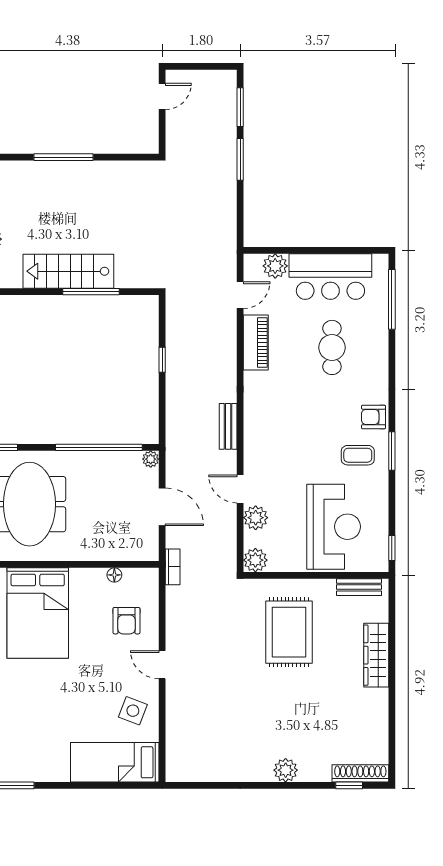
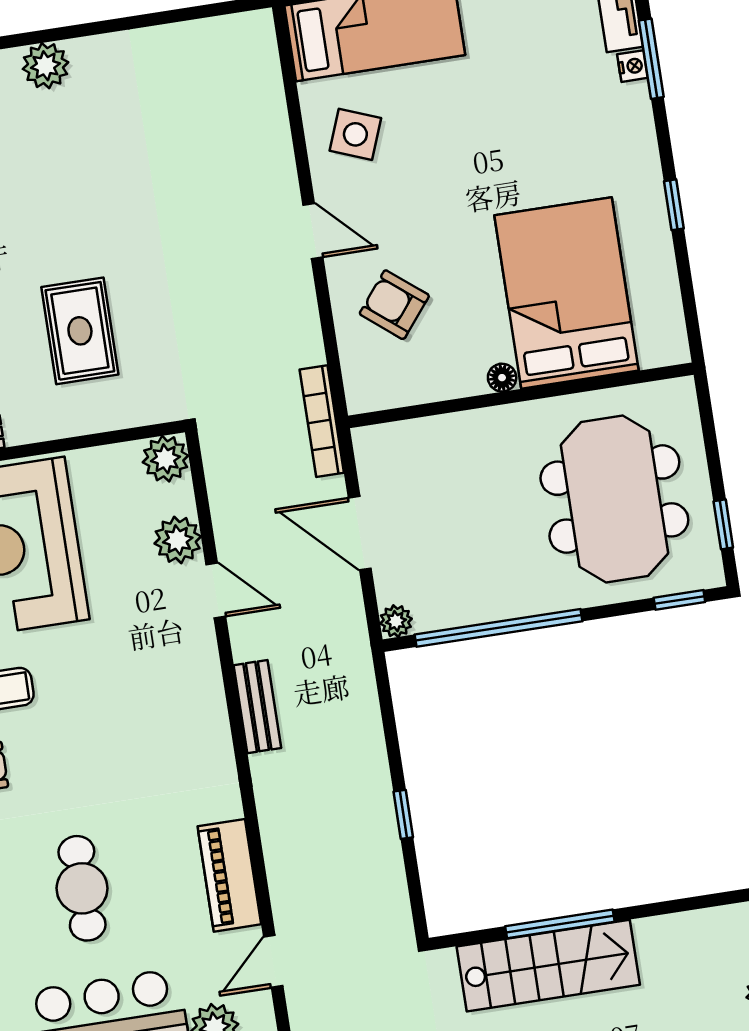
stairs: (68, 271) -> (548, 966), moved
bookcase: (173, 567) -> (322, 421), width x1.56
floor lamp: (114, 575) -> (502, 378), moved
armchair: (126, 621) -> (394, 305), turned -51
rug: (289, 632) -> (80, 331), width x0.73, depth x0.70

